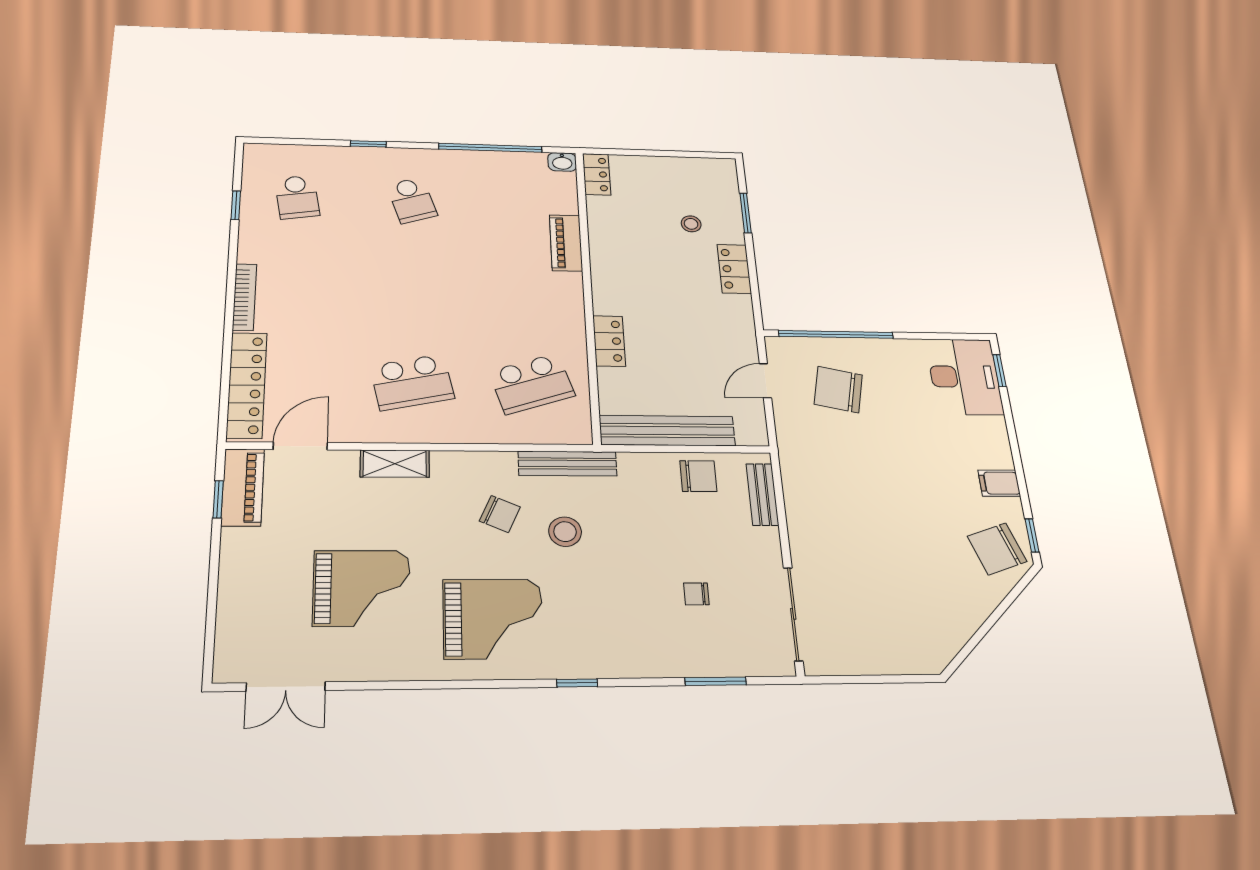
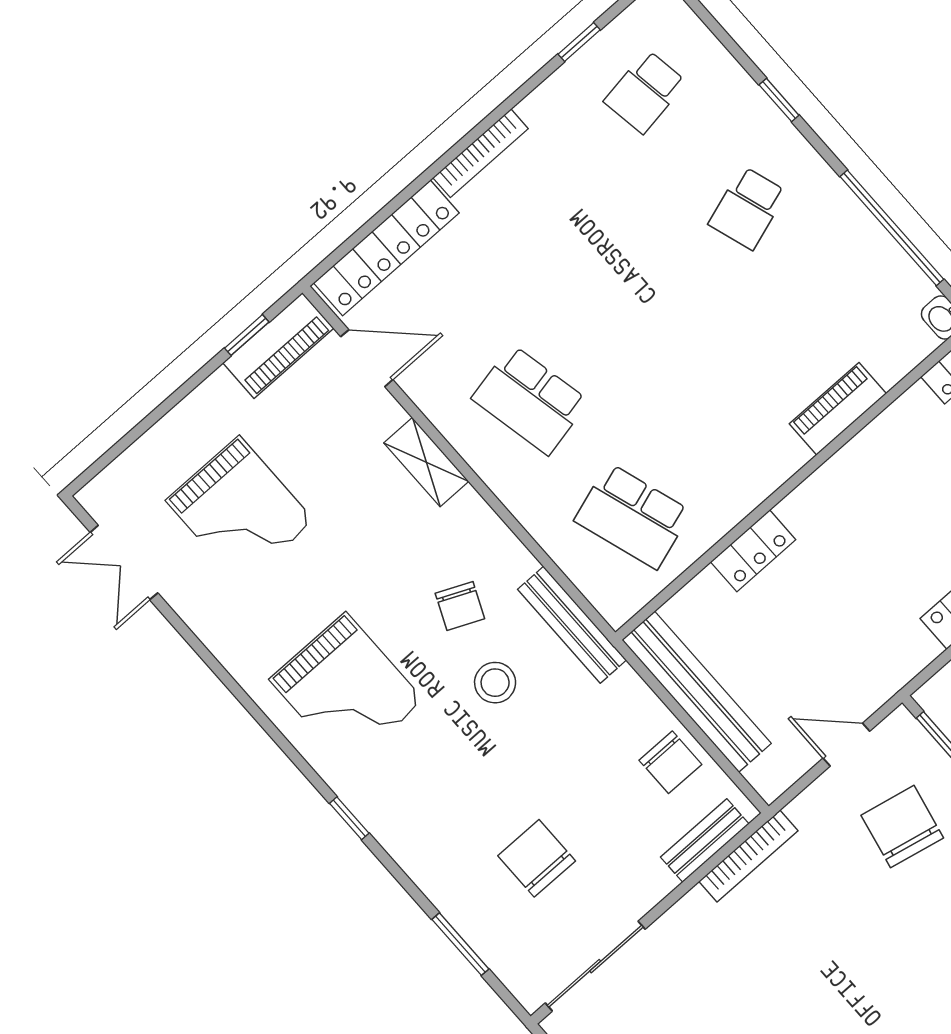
bookcase: (791, 479) -> (748, 856), added
grand piano: (362, 588) -> (240, 510), moved
chair: (696, 594) -> (537, 858), width x1.87, depth x1.87

